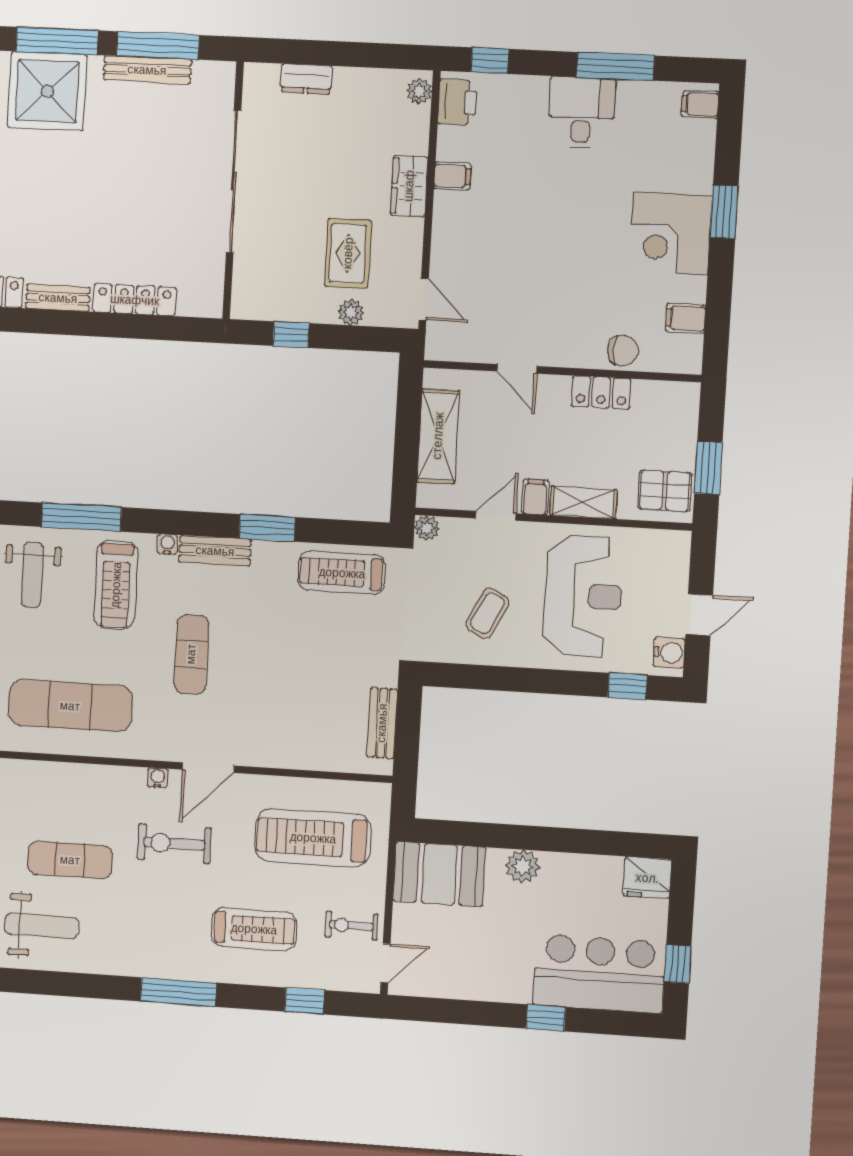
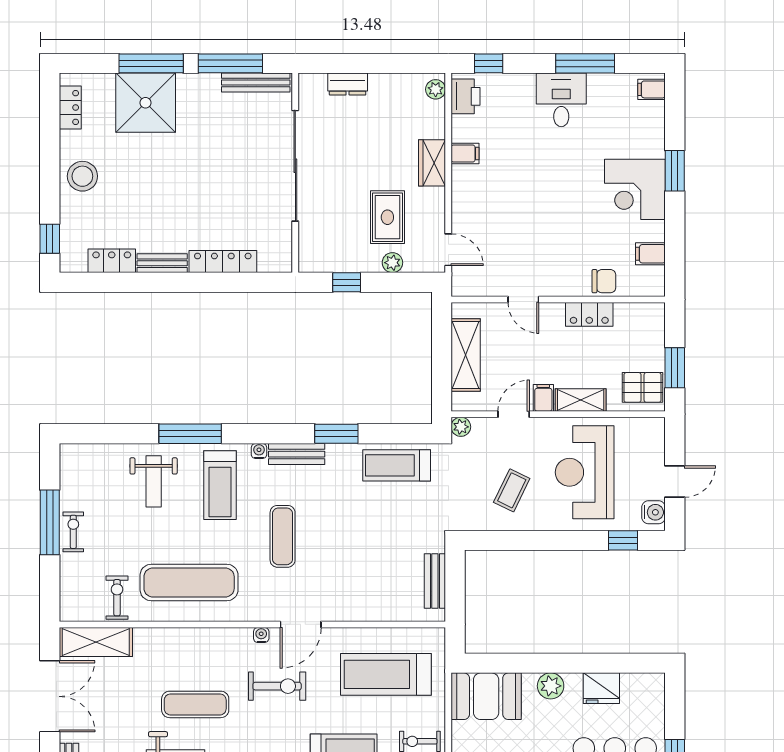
bench: (147, 70) -> (256, 83), moved
reception desk: (583, 596) -> (585, 472), turned 180
exercise bike: (174, 844) -> (277, 686), turned 180
fridge: (647, 878) -> (601, 688), moved

